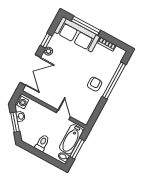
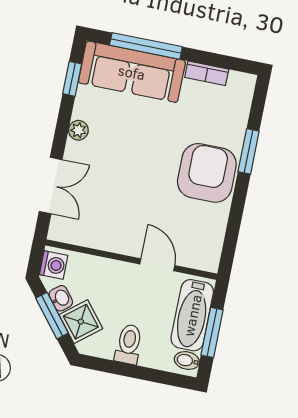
window: (46, 41) -> (72, 79), moved
double door: (30, 70) -> (51, 186), width x0.73
window: (114, 81) -> (249, 151), width x0.47
armchair: (95, 84) -> (207, 173), width x1.88, depth x1.88
shower: (26, 128) -> (81, 322), added

